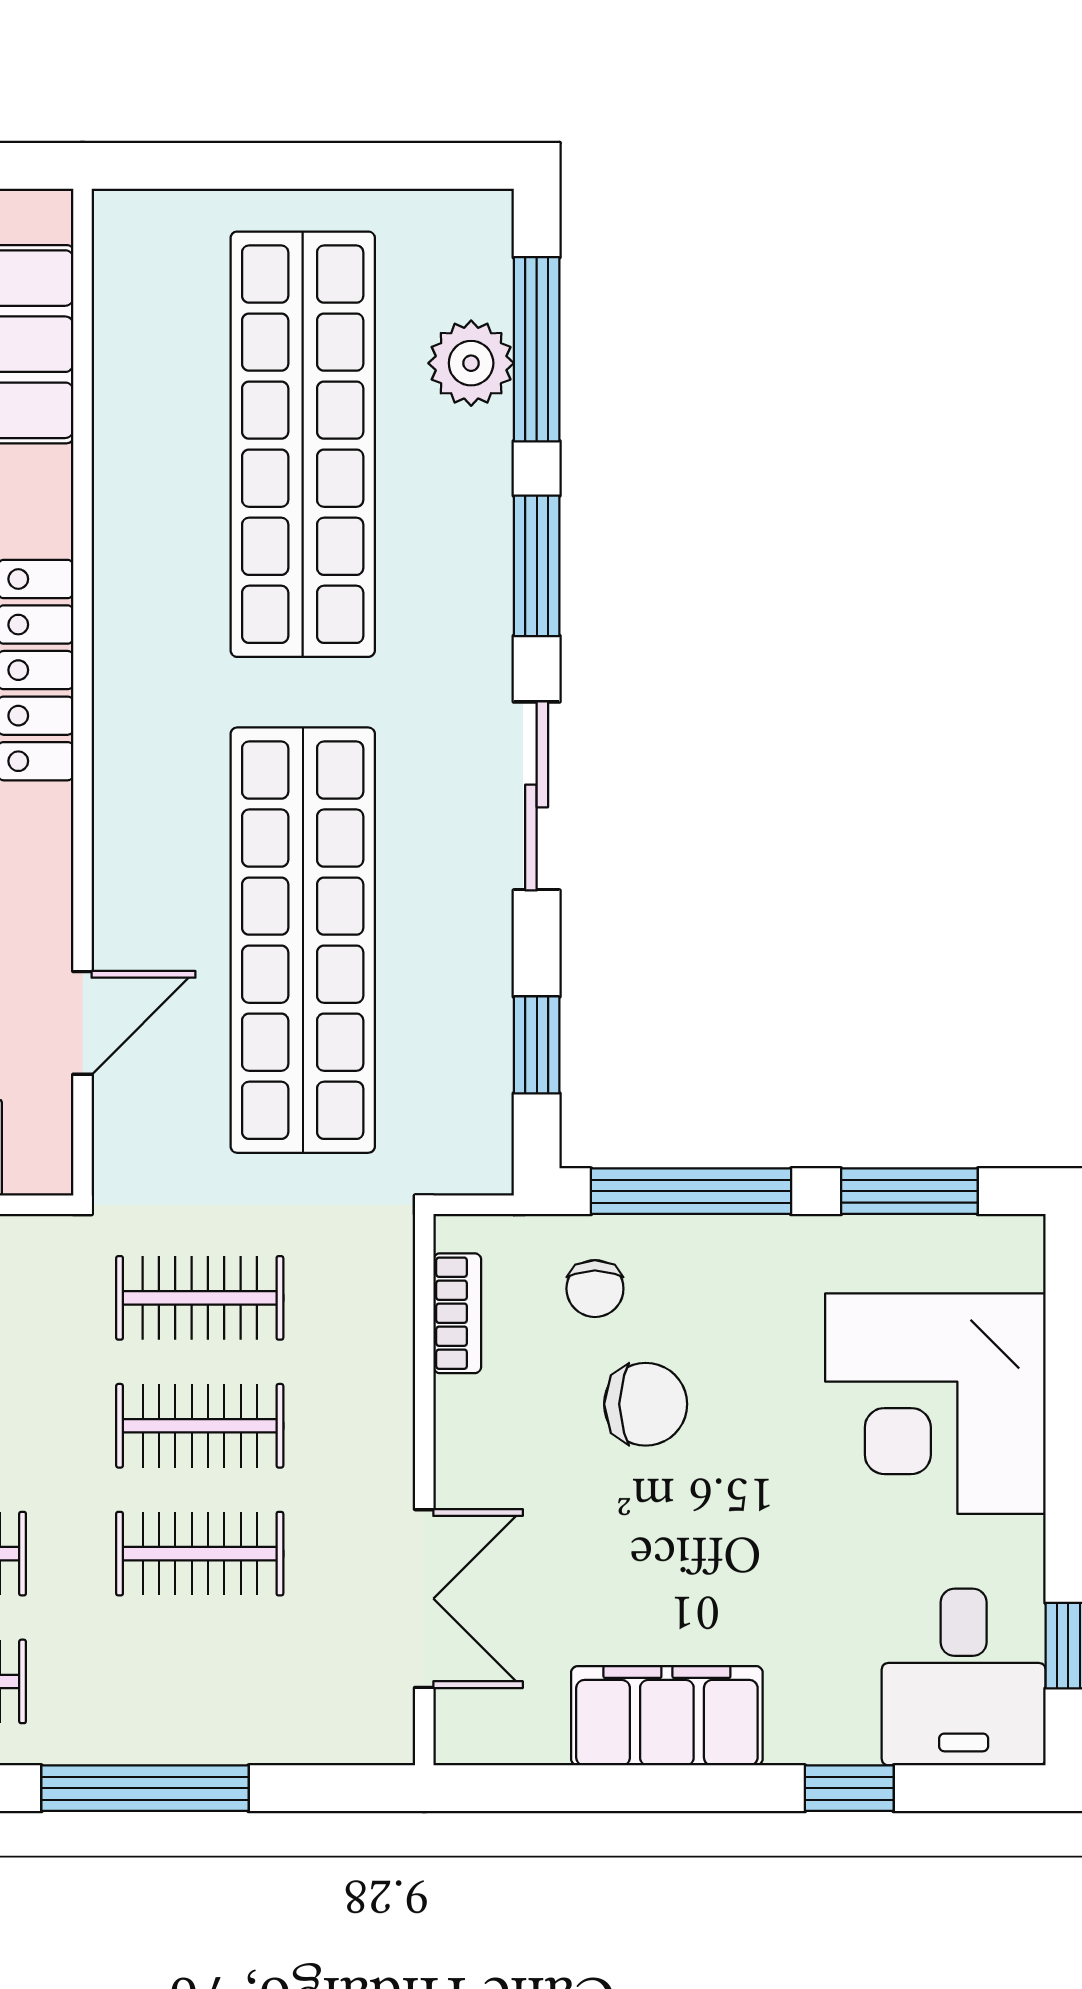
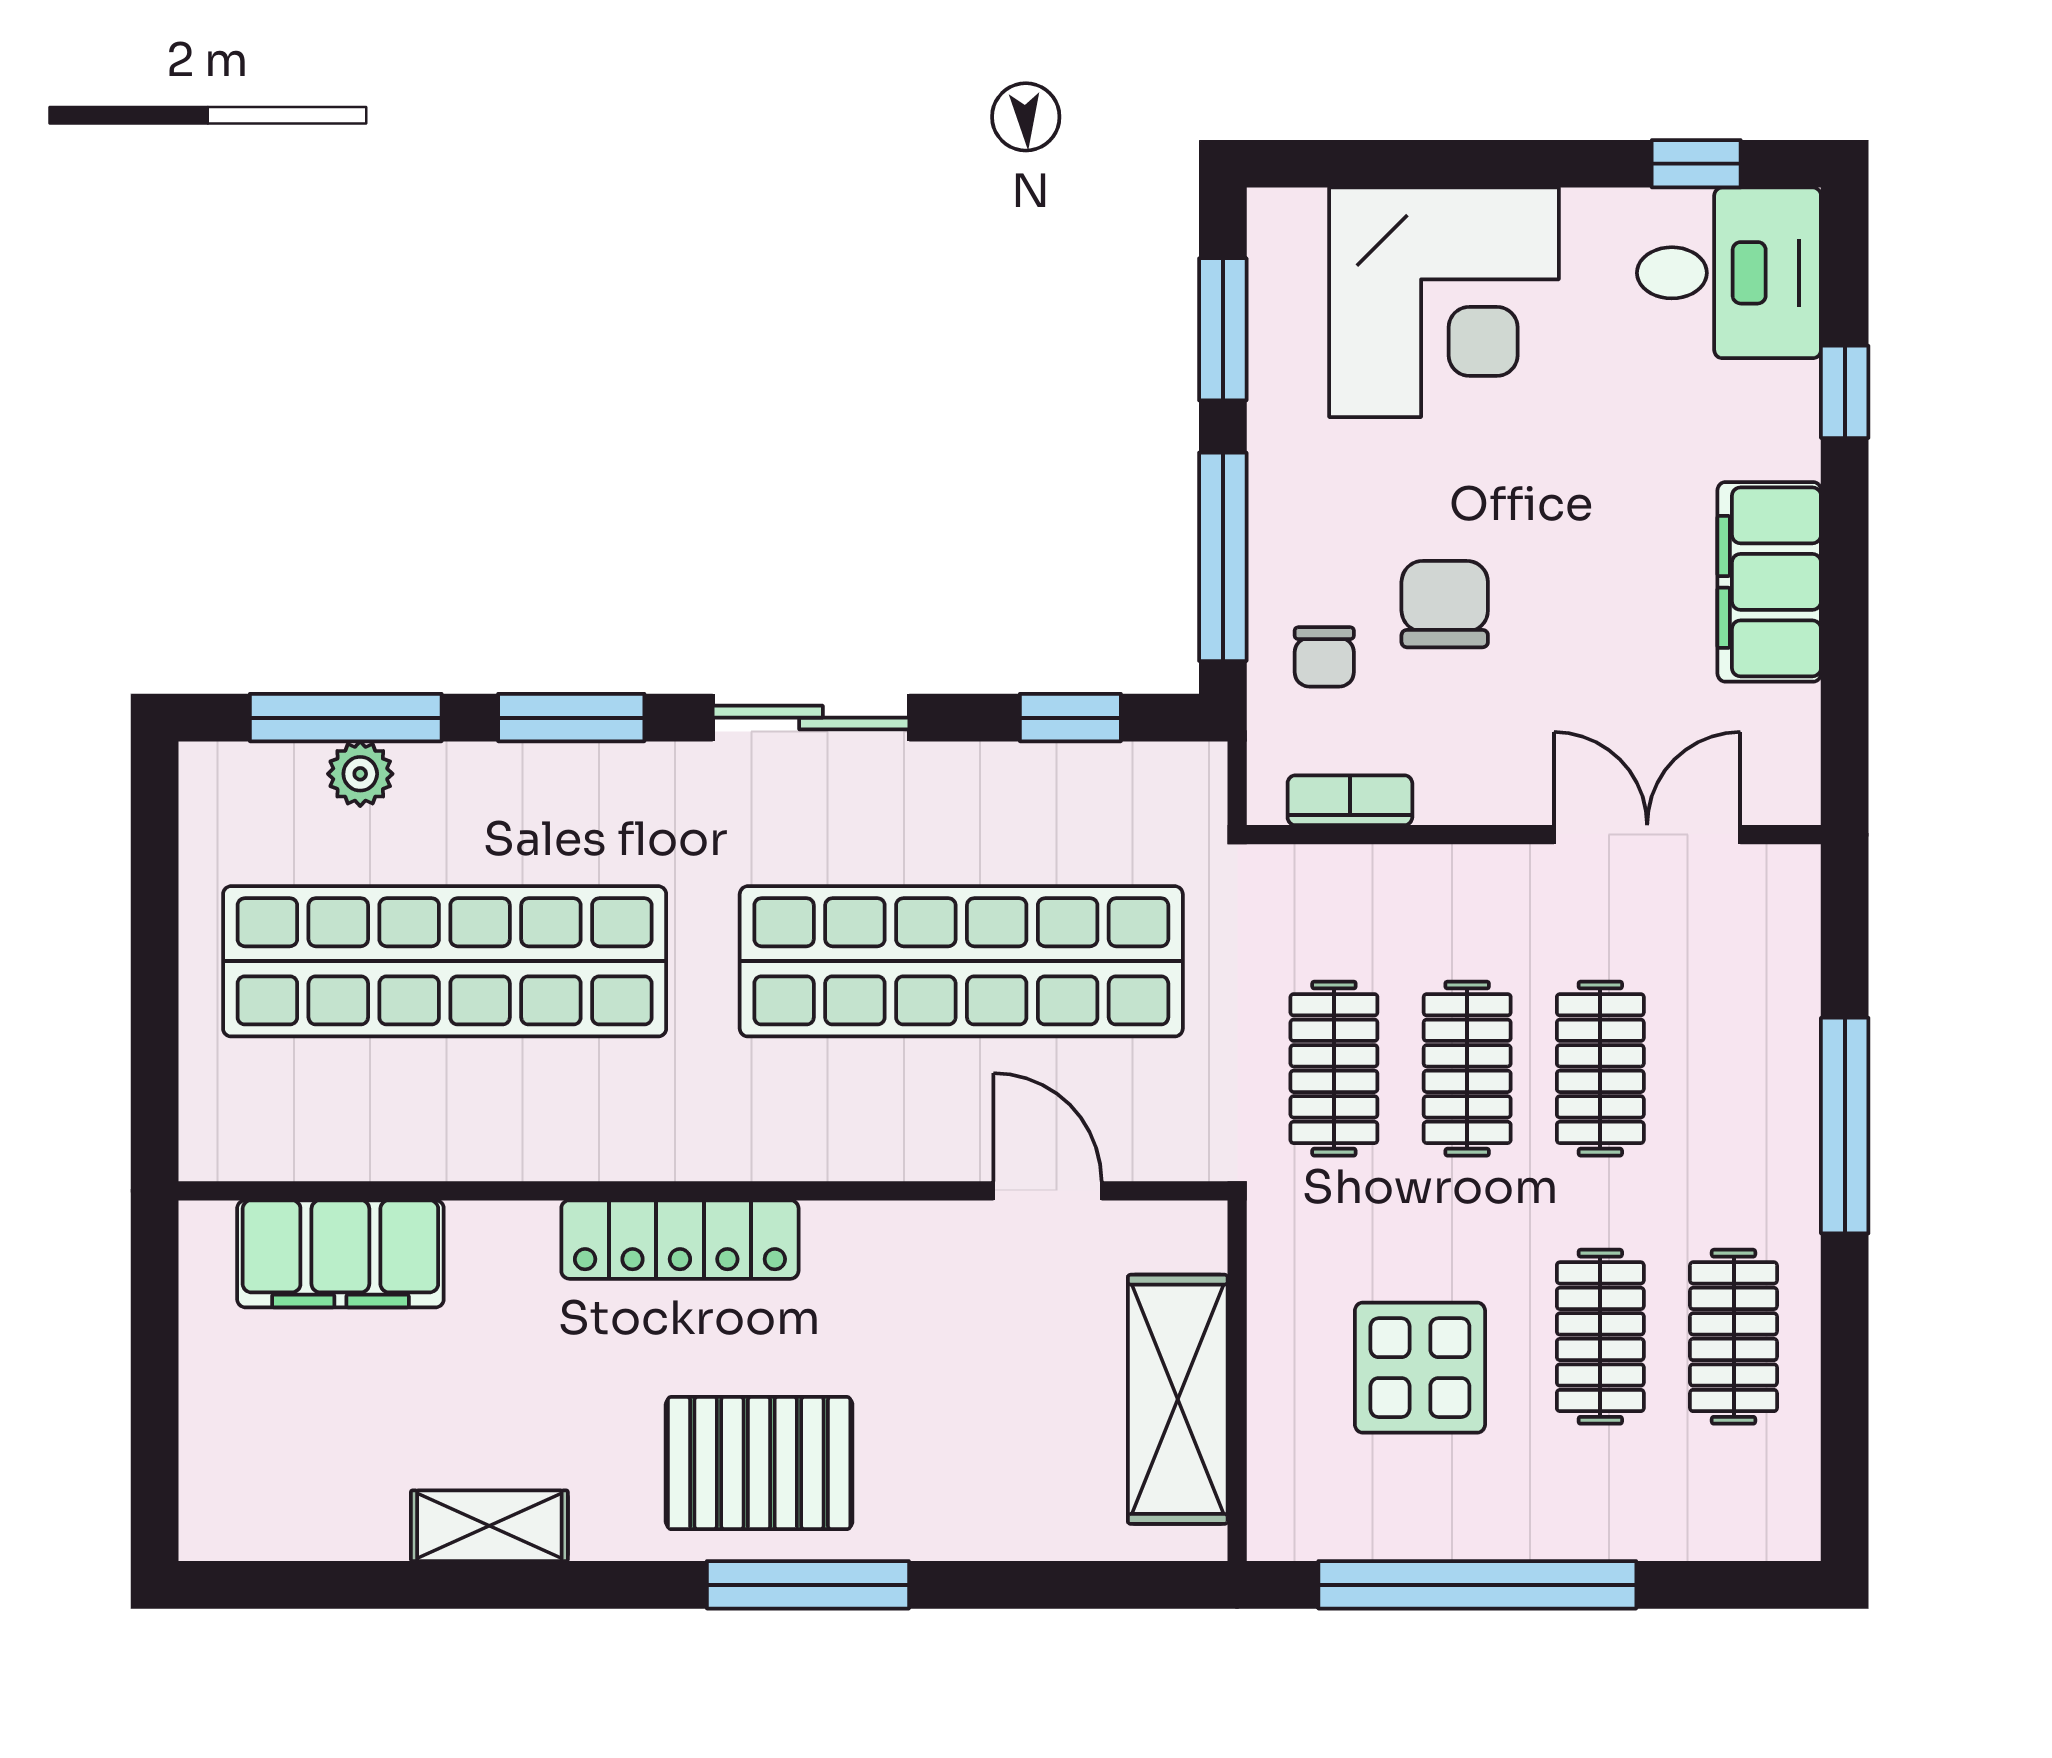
plant: (471, 363) -> (360, 774), width x0.73, depth x0.73
chair: (595, 1289) -> (1324, 657), turned 90

